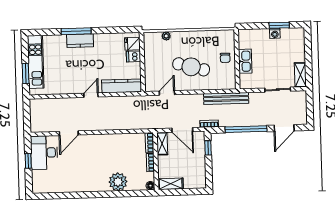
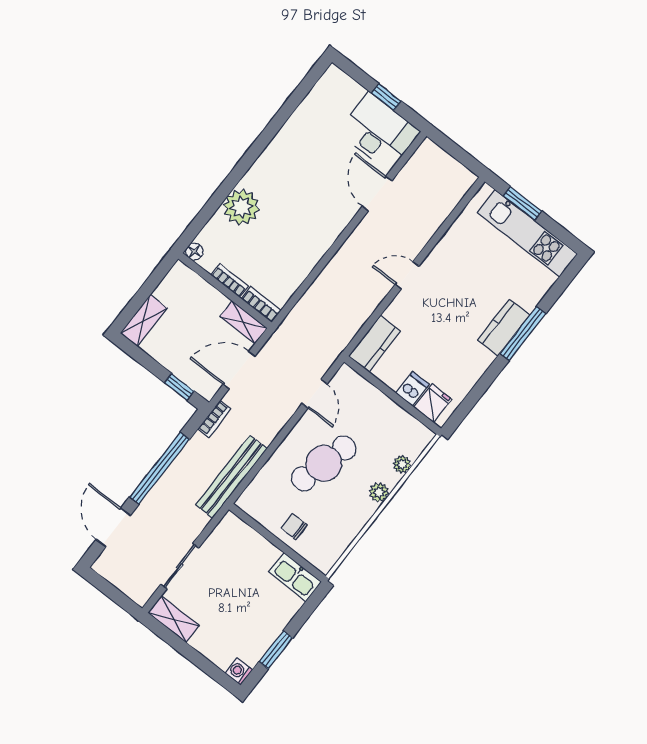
washing machine: (275, 33) -> (239, 671), moved
plant: (185, 36) -> (379, 492), added
kitchen sink: (245, 61) -> (295, 577), moved
kitchen counter: (122, 86) -> (374, 344), width x0.67
door: (91, 95) -> (407, 275), swing flipped
shelving: (171, 184) -> (144, 321), moved

